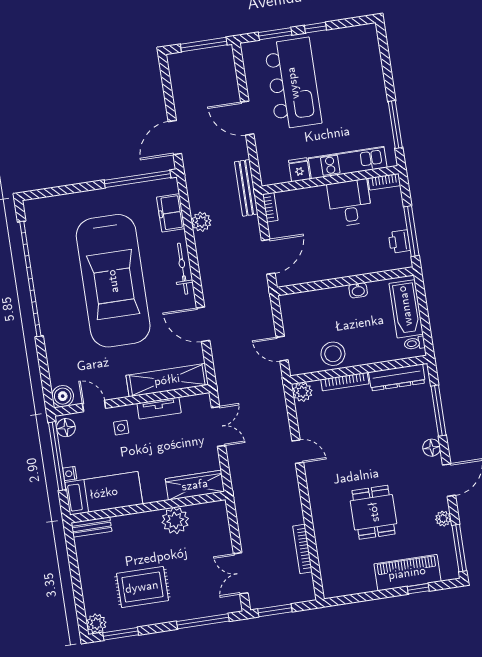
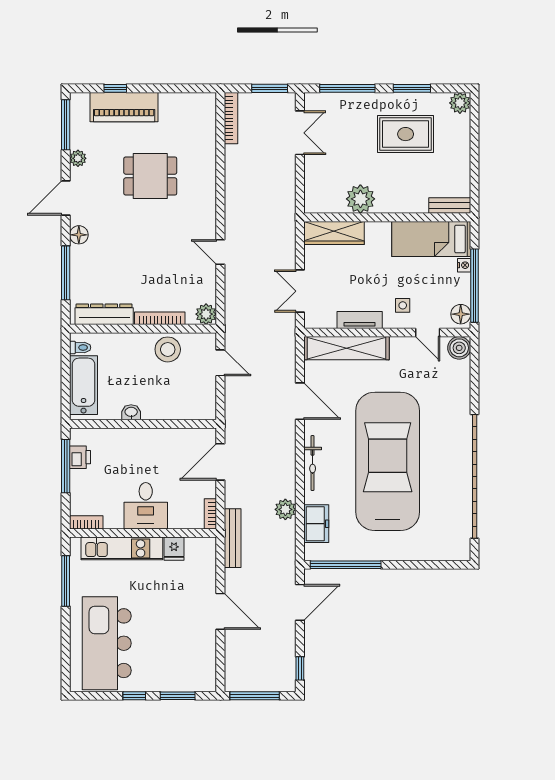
window: (166, 76) -> (300, 668), added
kitchen island: (293, 83) -> (107, 643), moved
desk: (350, 203) -> (146, 506), moved
dining table: (374, 512) -> (150, 176), turned 90
bookcase: (302, 549) -> (231, 118), moved
window: (121, 634) -> (412, 88), moved

